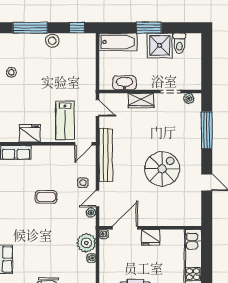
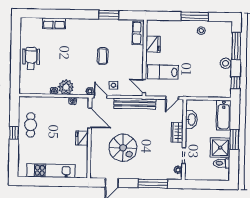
door: (125, 228) -> (90, 118), moved
wall: (150, 228) -> (89, 138), moved
fridge: (151, 237) -> (82, 138), moved

